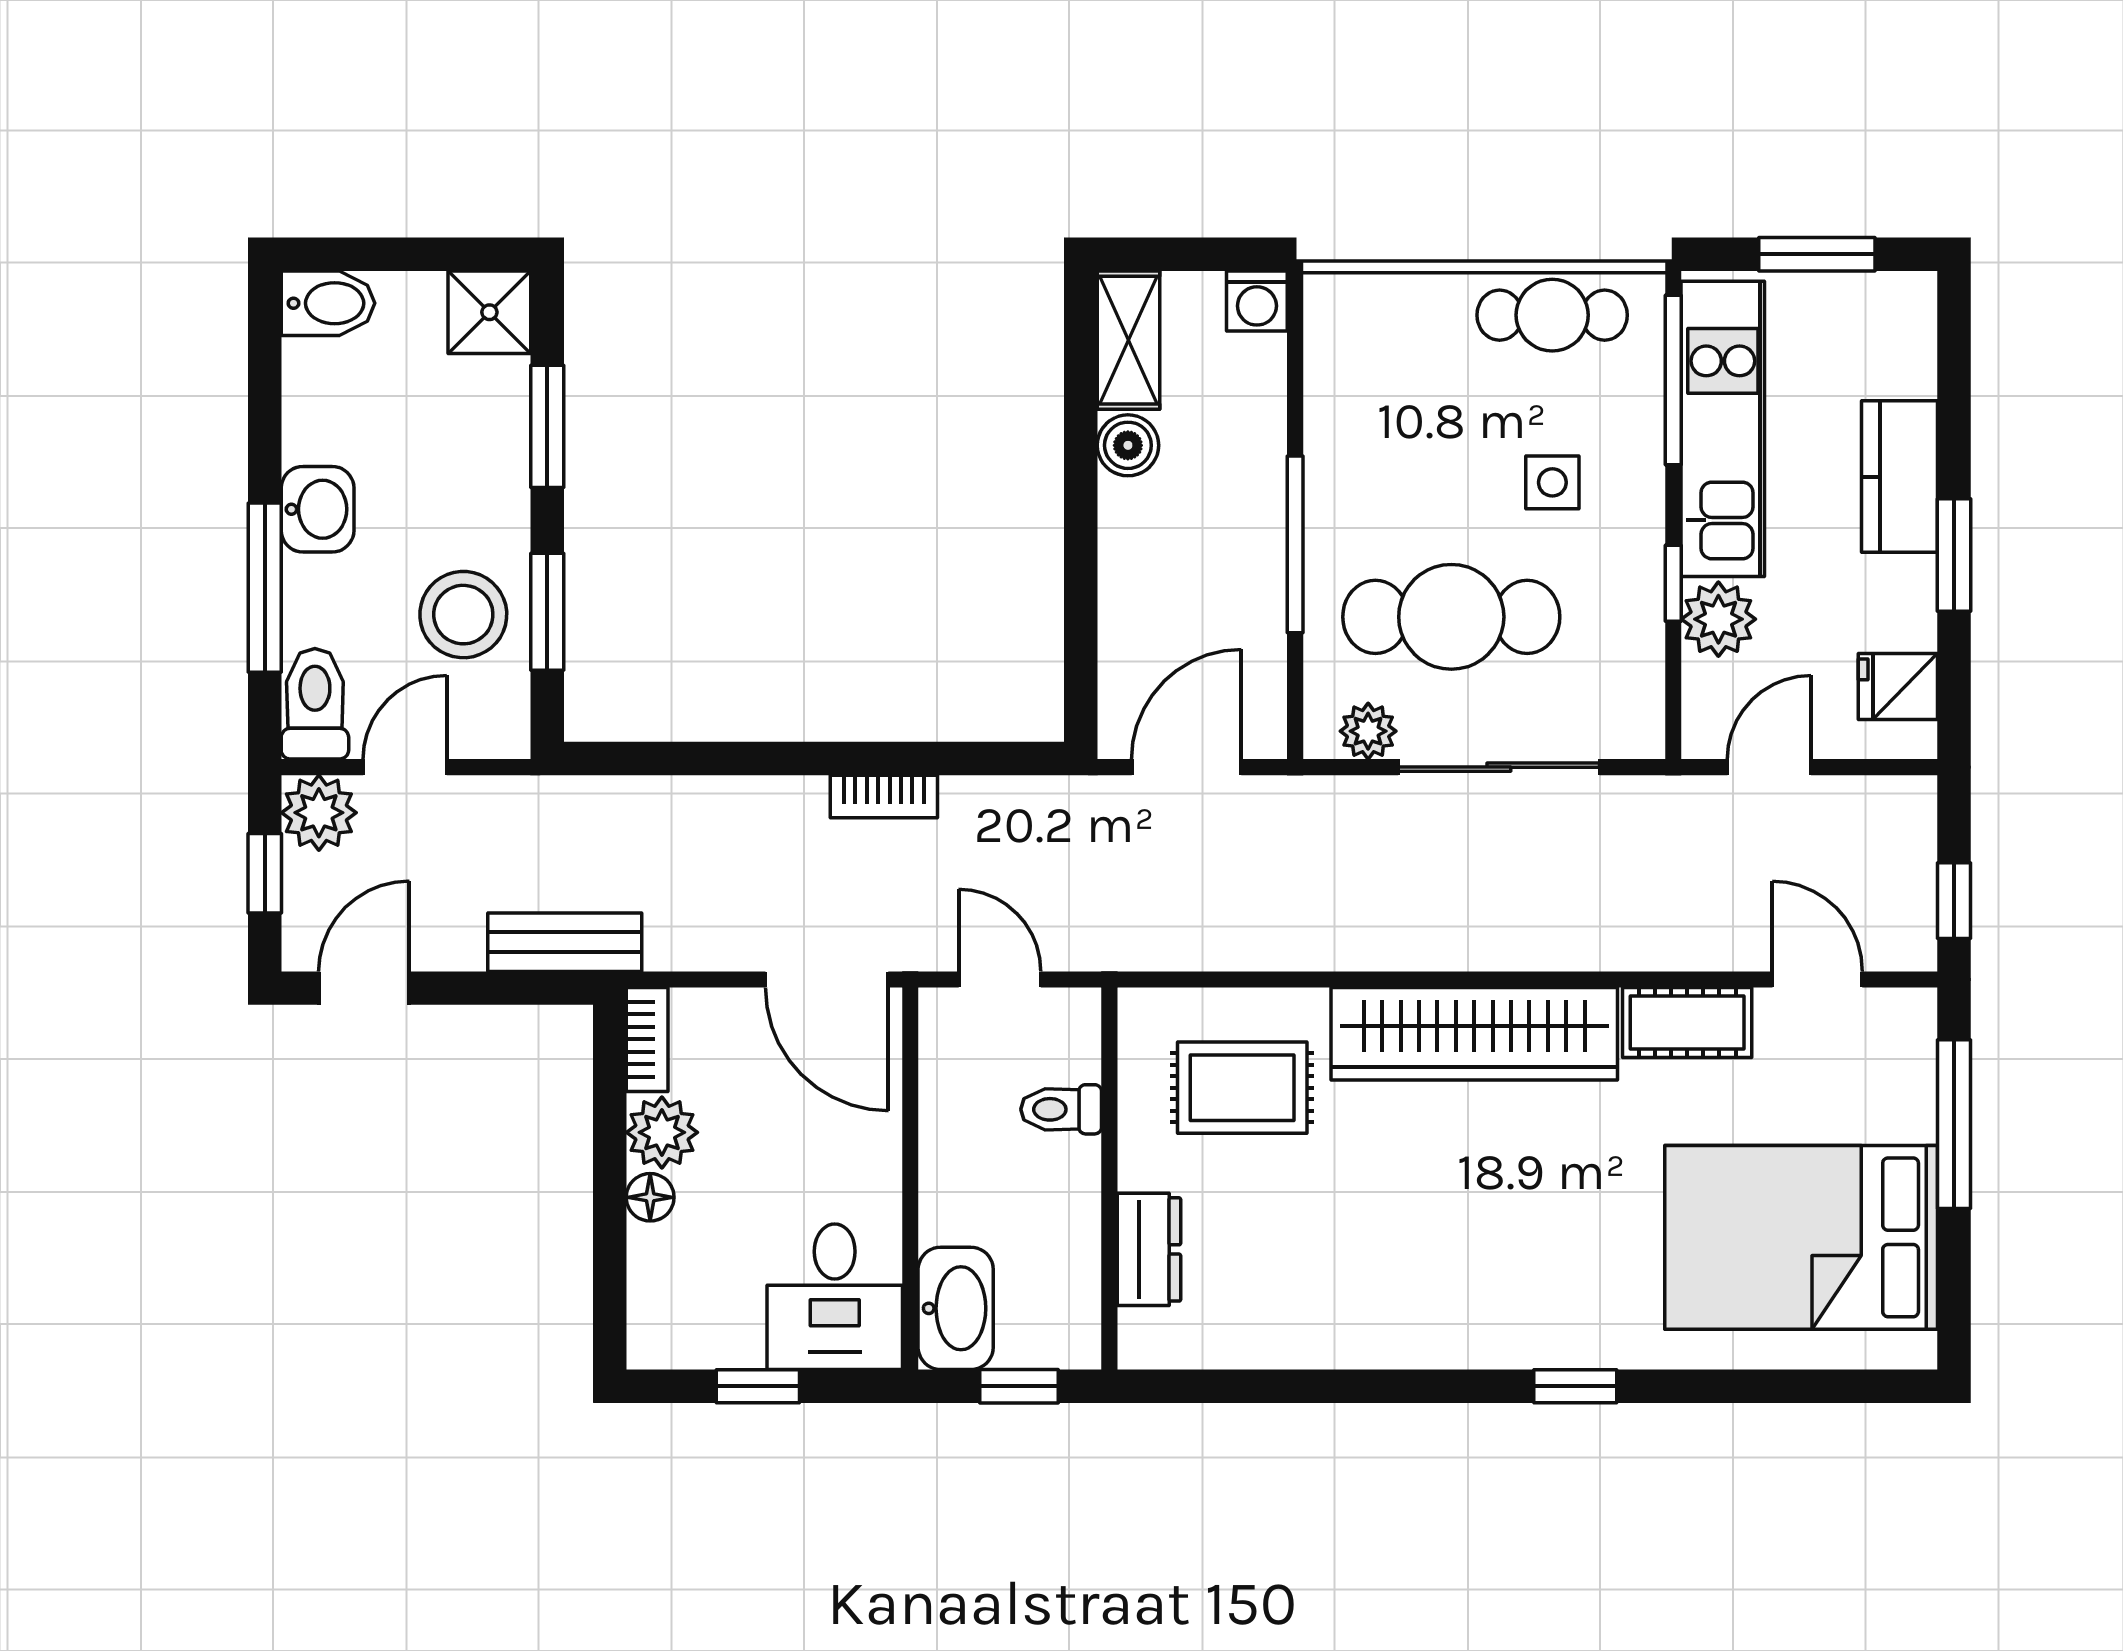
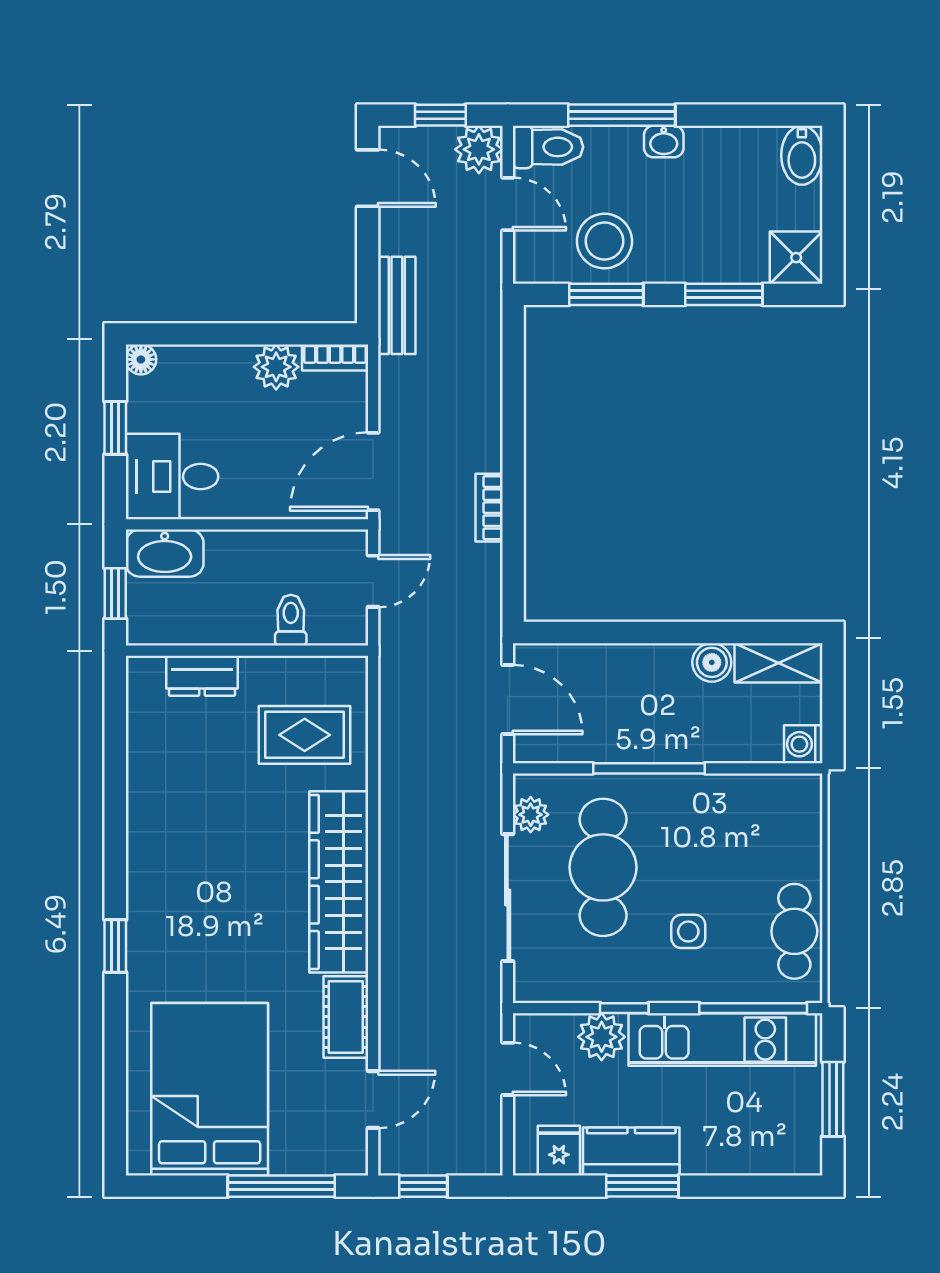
kitchen counter: (1899, 477) -> (631, 1152), moved
washbasin: (318, 509) -> (664, 142), width x0.72, depth x0.69
rug: (1242, 1088) -> (305, 735), turned 90
floor lamp: (650, 1197) -> (141, 359), moved

